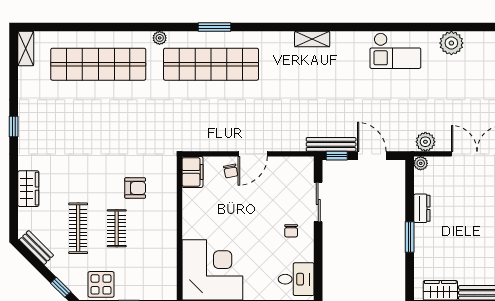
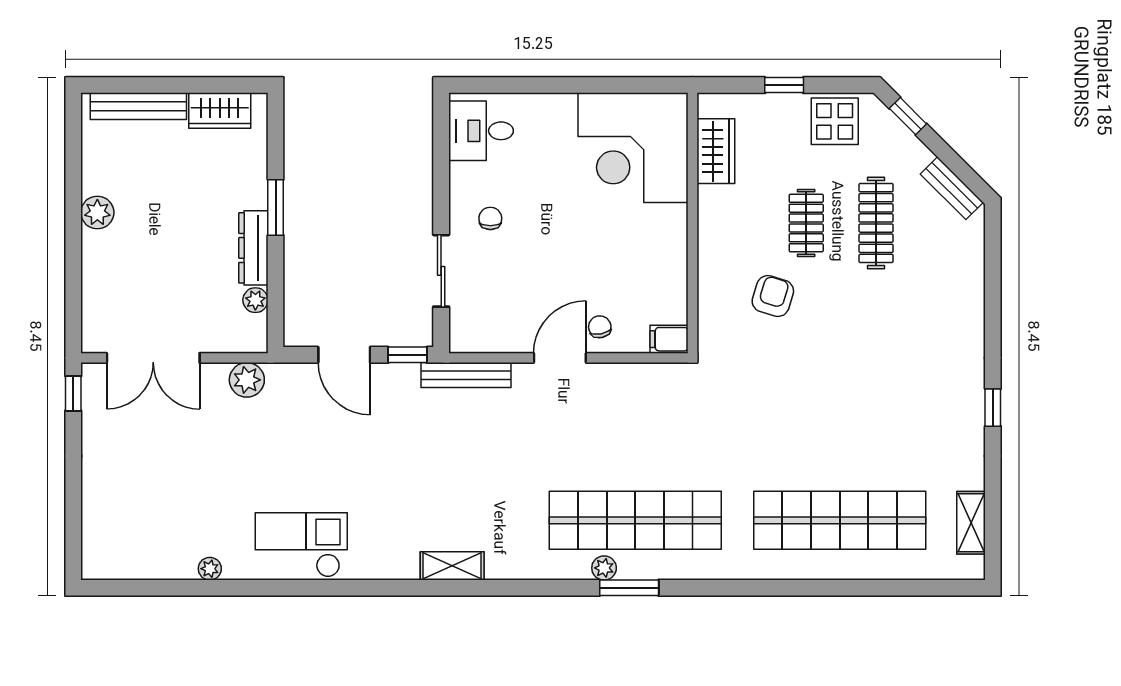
plant: (160, 38) -> (604, 568), moved
plant: (451, 43) -> (210, 569), width x0.53, depth x0.53
shelving: (26, 49) -> (971, 523), moved
bench: (331, 144) -> (466, 375), moved
plant: (421, 163) -> (255, 300), moved
filing cabinet: (192, 172) -> (669, 339), width x0.50
armchair: (135, 188) -> (773, 296), turned 107
wardrobe: (28, 189) -> (716, 151), moved, turned 180
dresser: (422, 208) -> (253, 248), width x1.44

